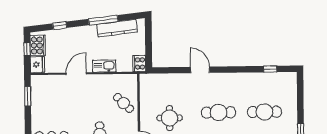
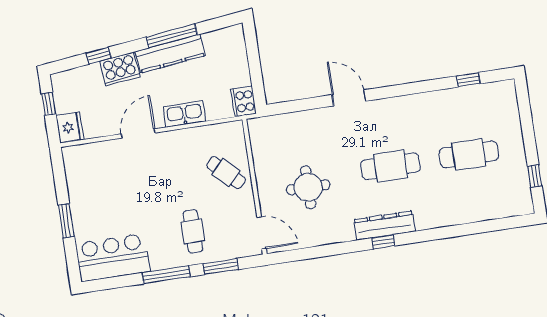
kitchen counter: (117, 28) -> (170, 54), moved
cooker: (38, 45) -> (120, 69), moved, turned 84
window: (28, 96) -> (66, 221), moved

